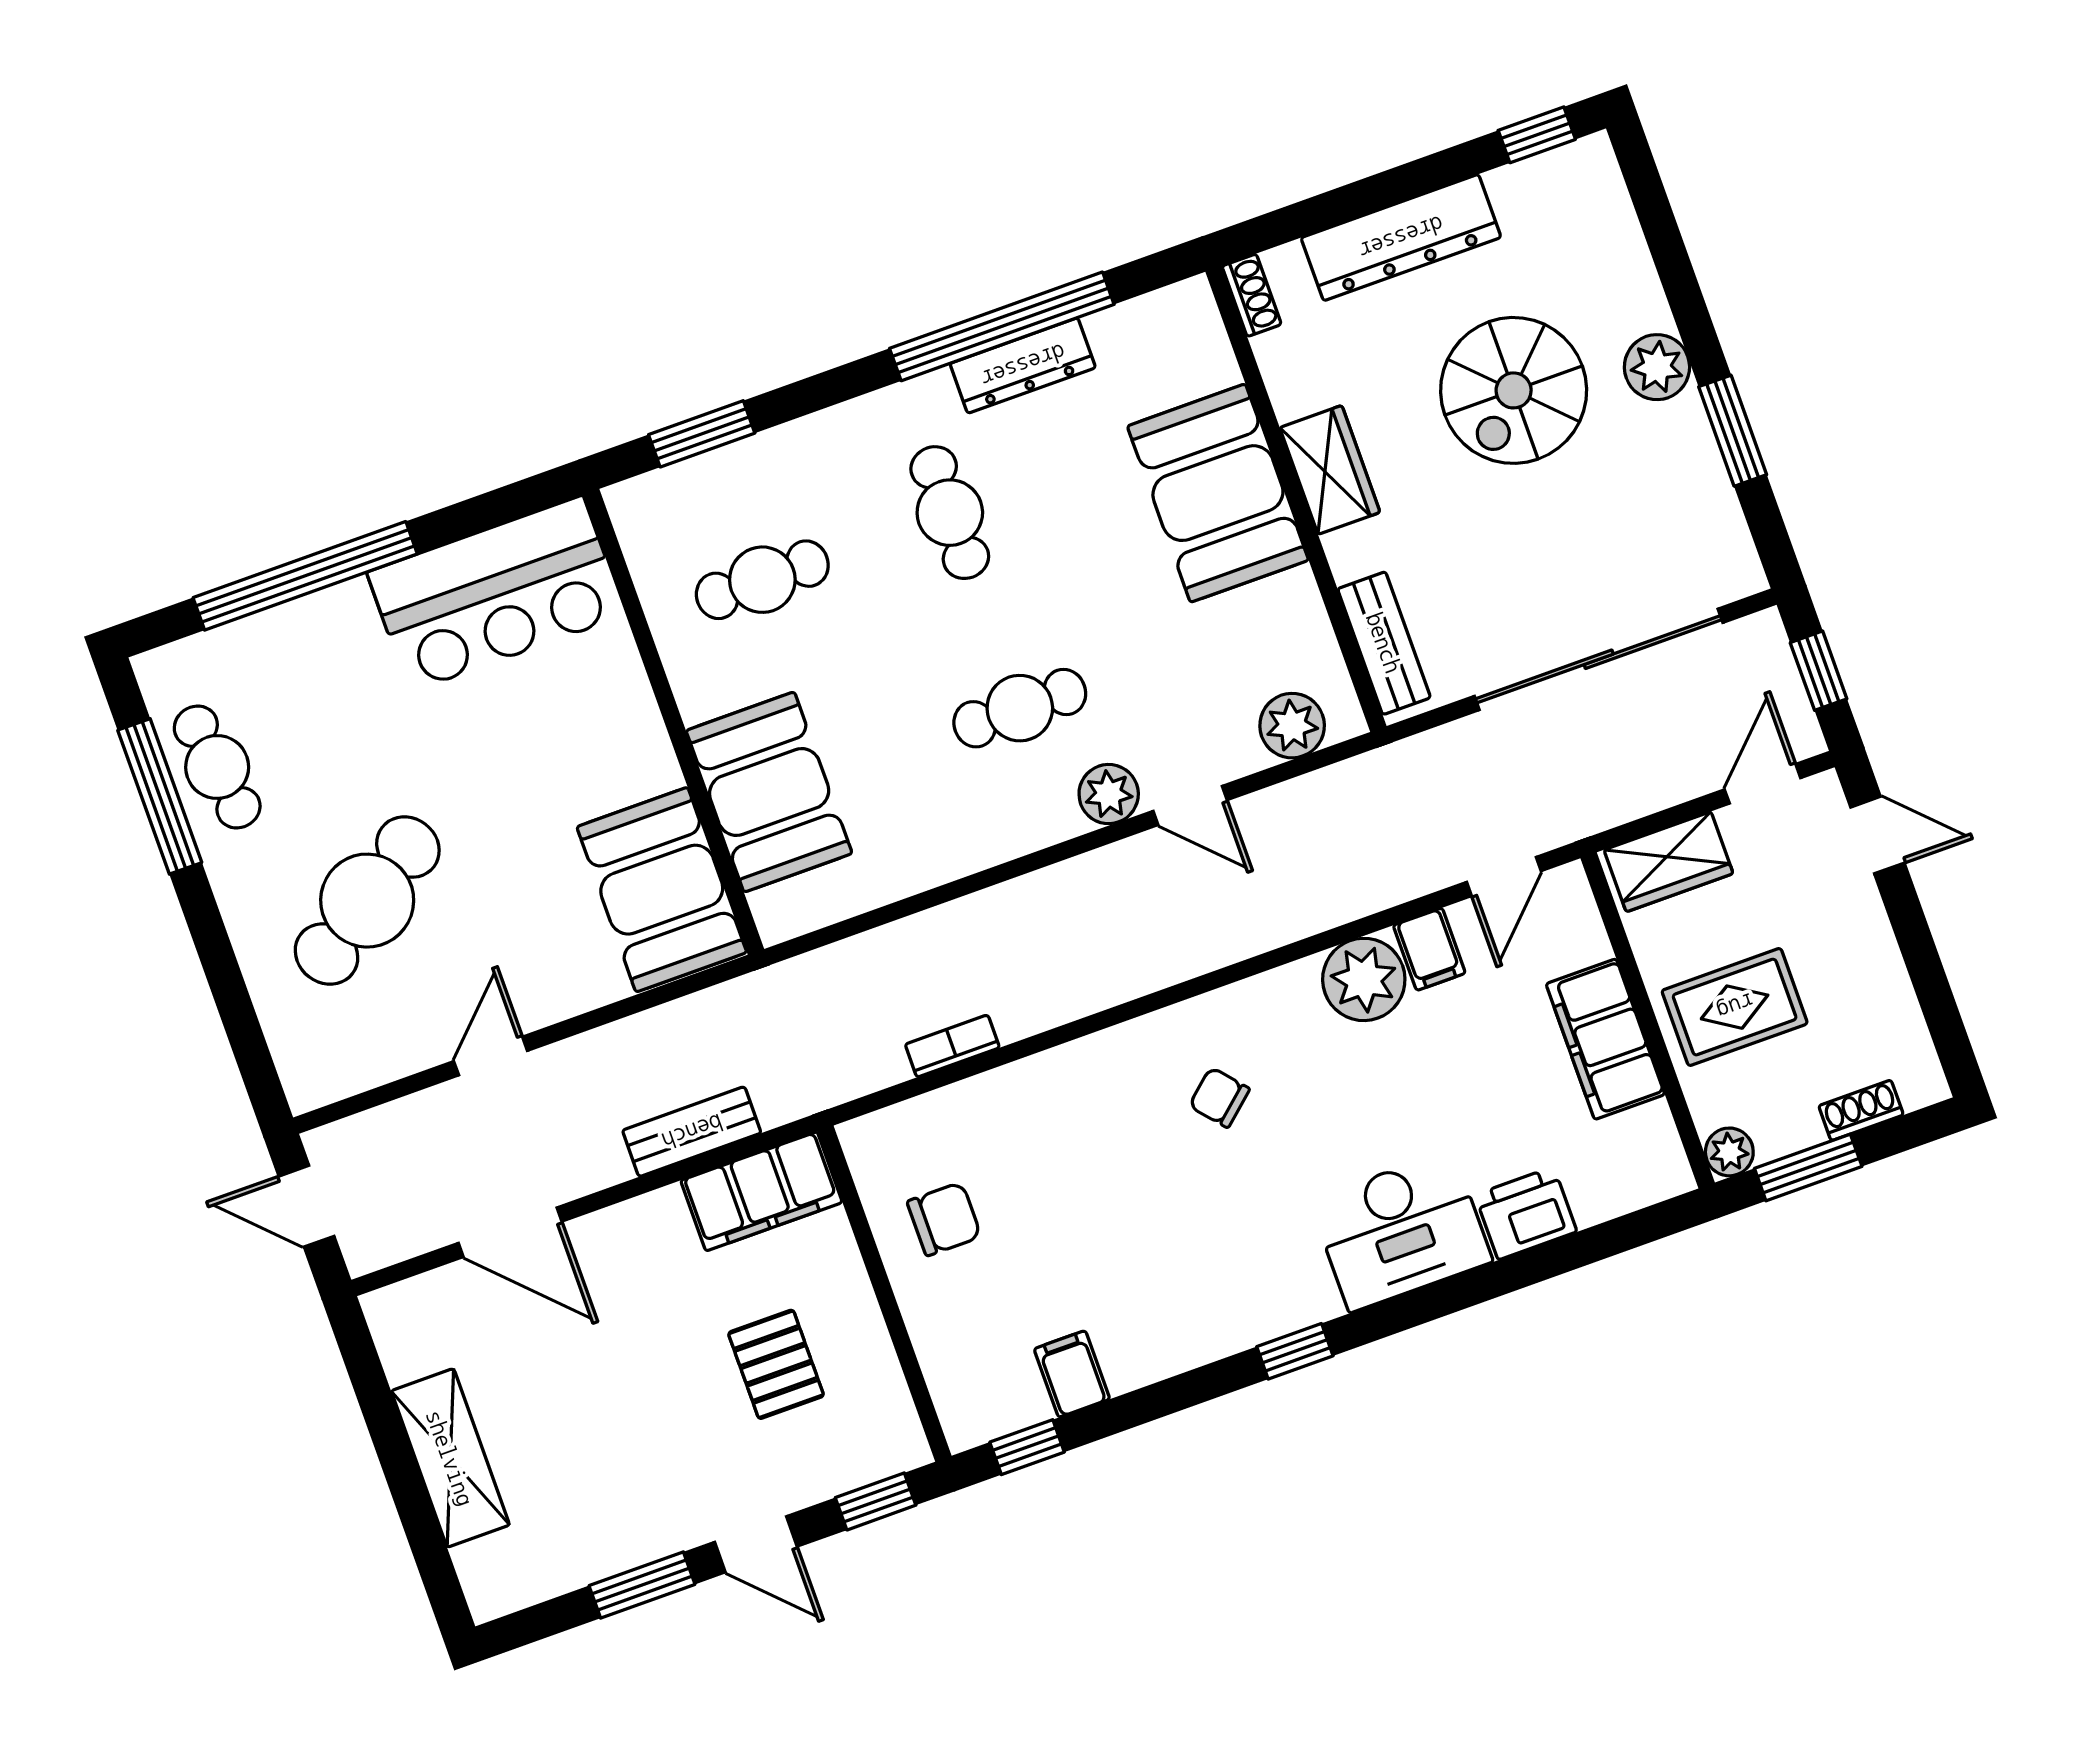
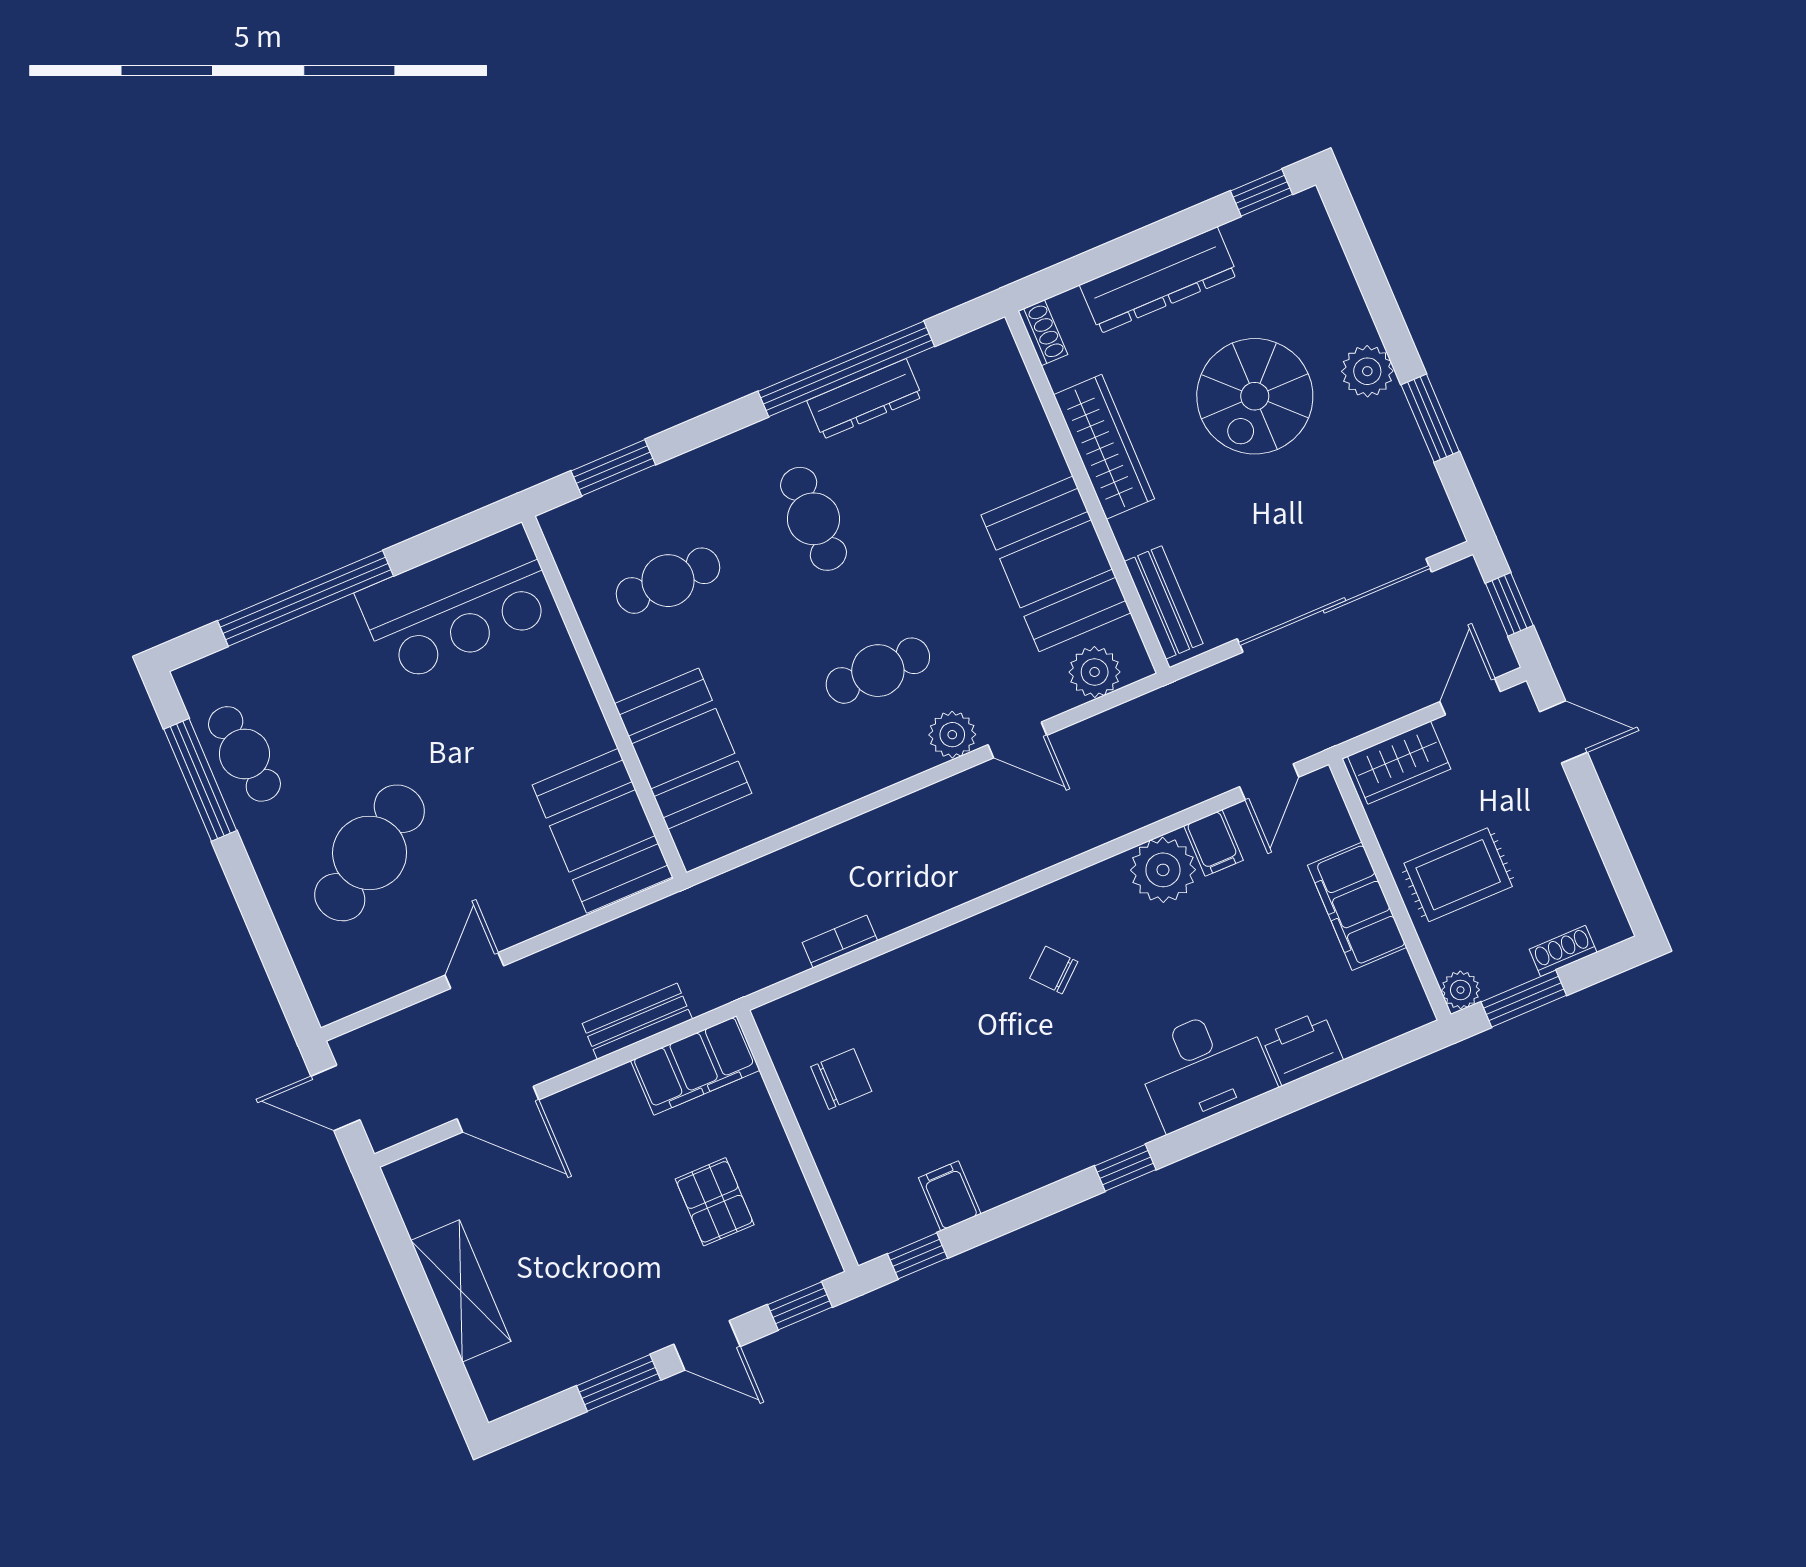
wardrobe: (1330, 470) -> (1104, 447), width x1.50
booth: (1218, 493) -> (1056, 564), moved

